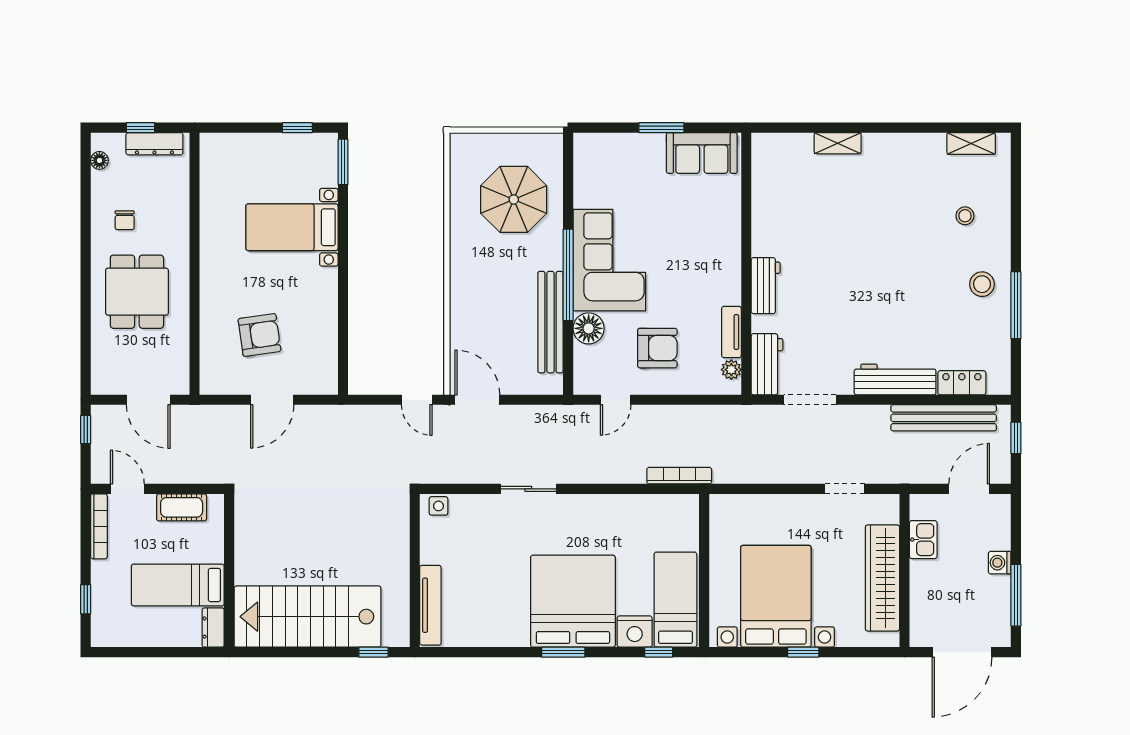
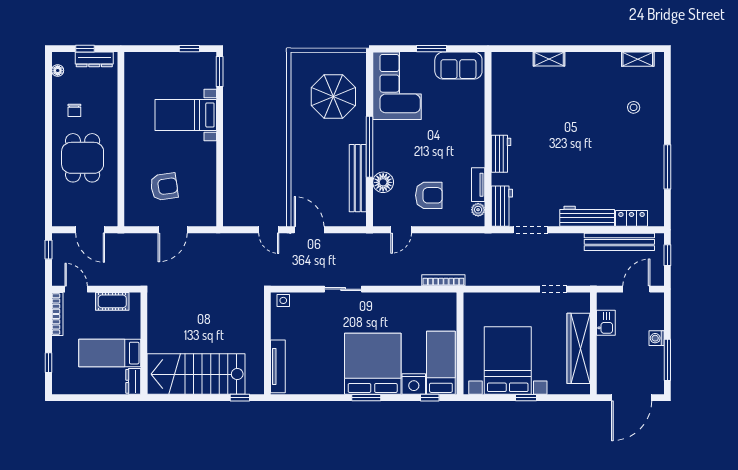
corner sofa: (609, 260) -> (397, 86), moved
stool: (982, 284) -> (645, 153), removed

